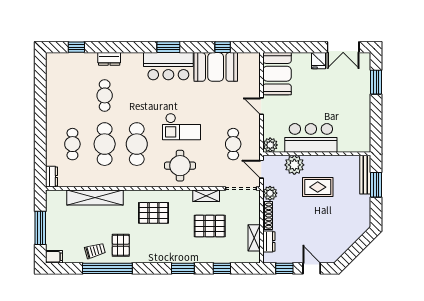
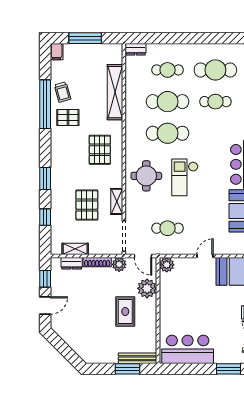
cafe table: (72, 95) -> (215, 70), added
bar counter: (311, 138) -> (188, 349), moved, turned -90
door: (261, 169) -> (143, 256), swing flipped

